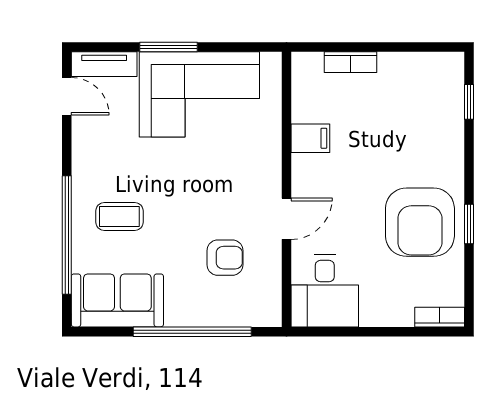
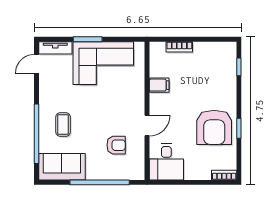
door: (67, 96) -> (37, 64), swing flipped
coffee table: (119, 217) -> (63, 124), turned 90

